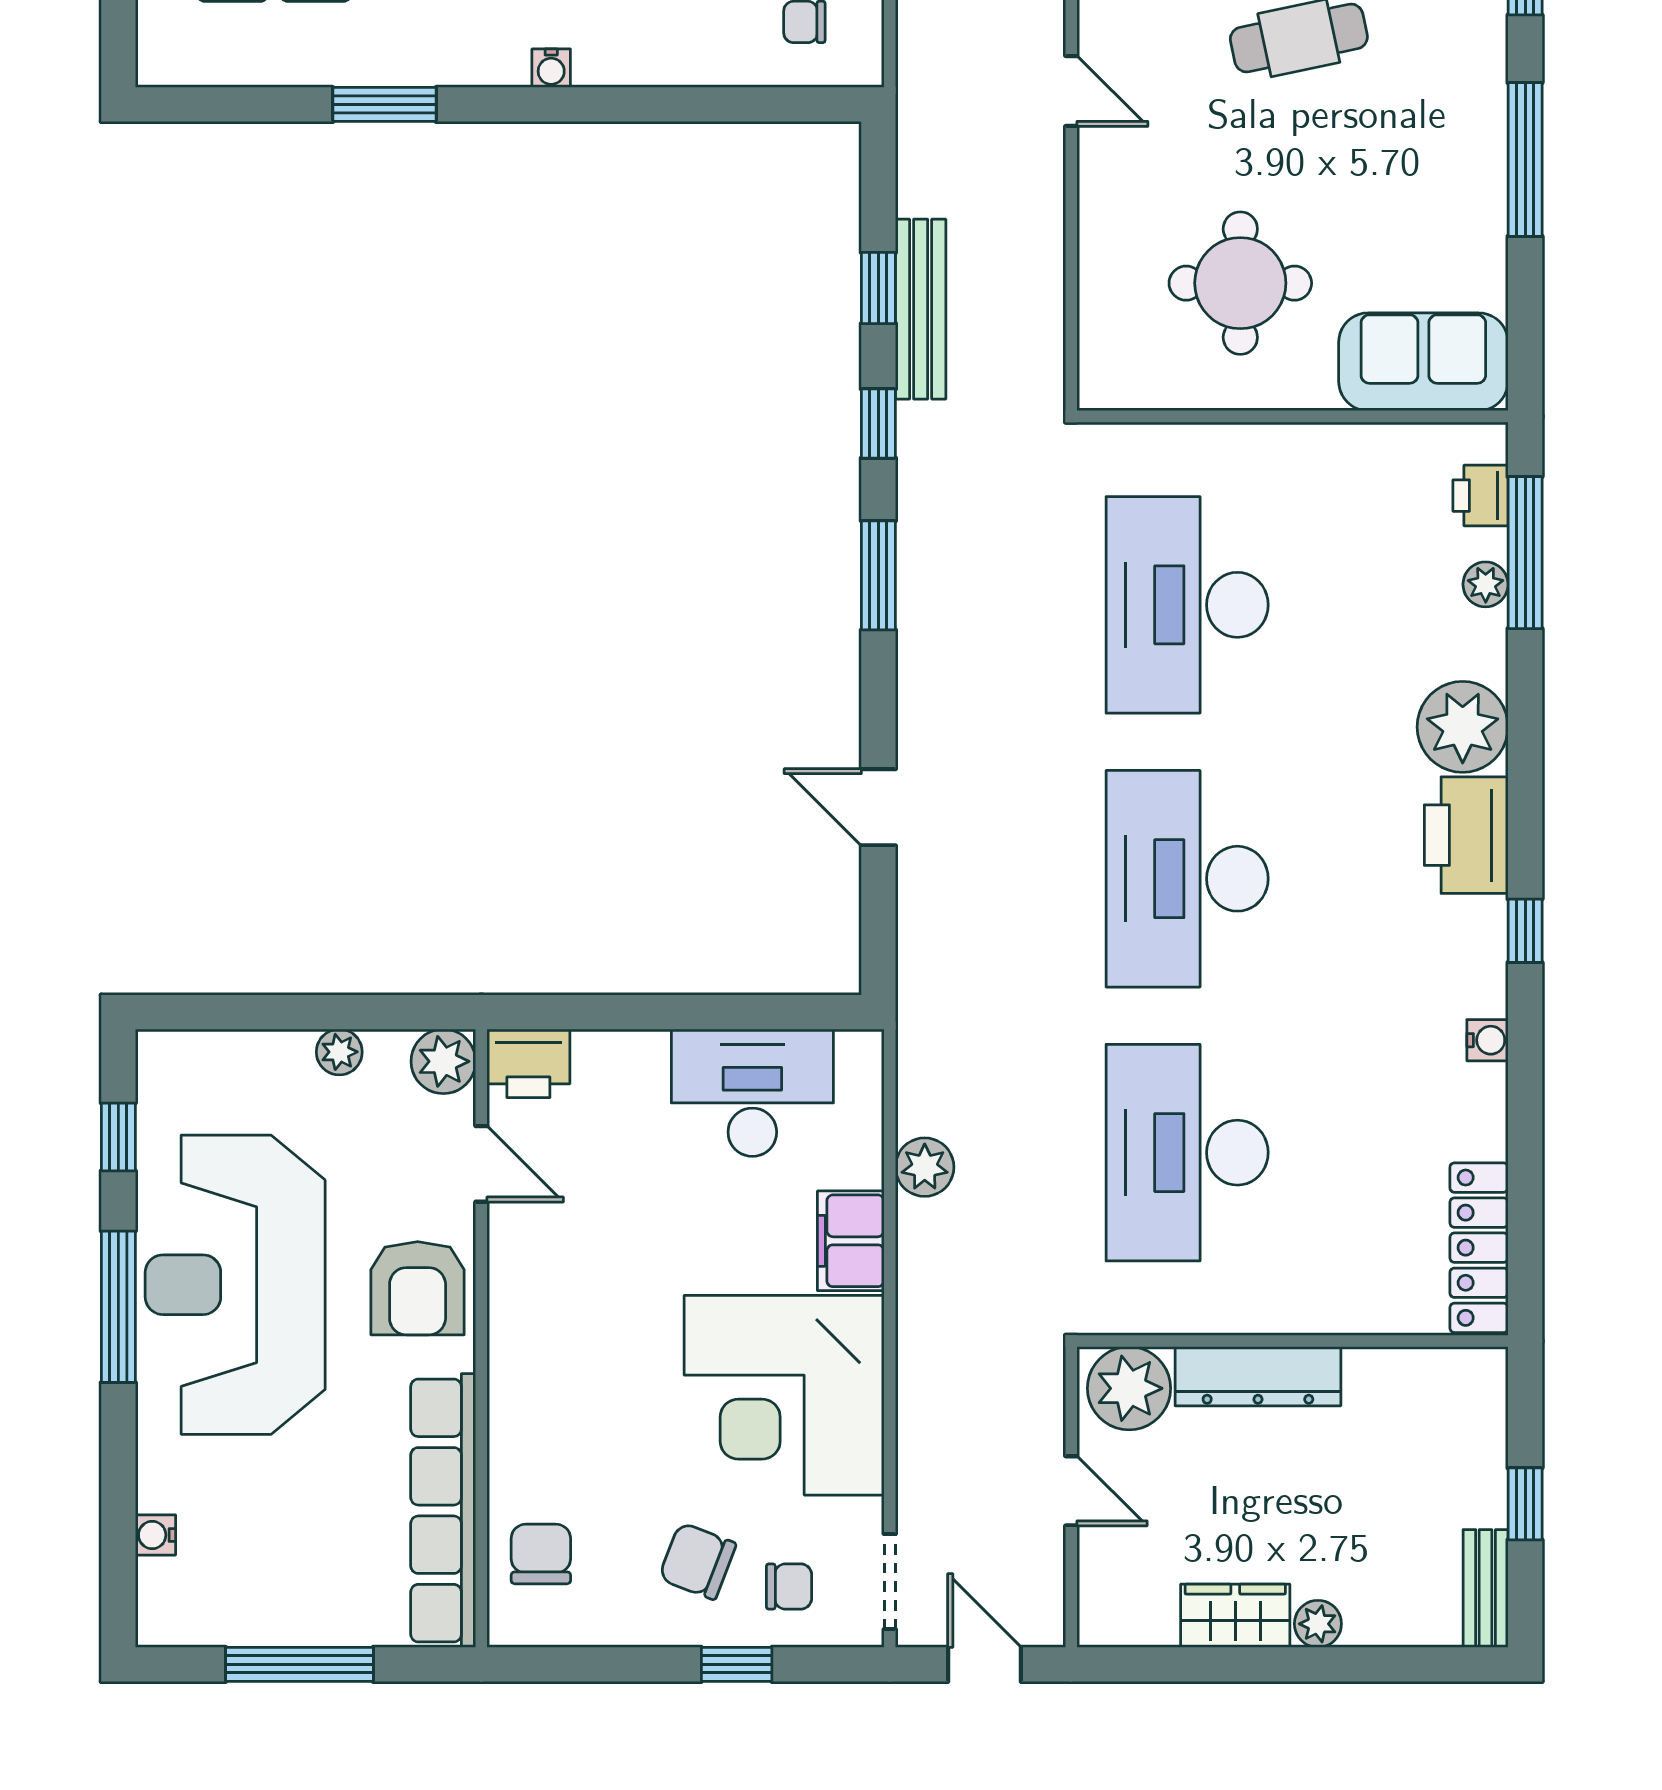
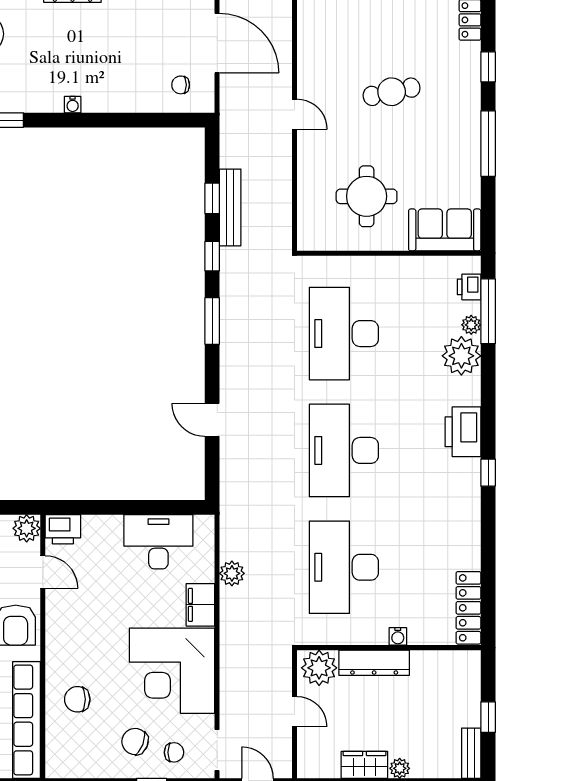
plant: (1463, 727) -> (461, 356), moved
water cooler: (1487, 1040) -> (398, 636), moved, turned 90
chair: (541, 1554) -> (77, 699), moved, turned -90

